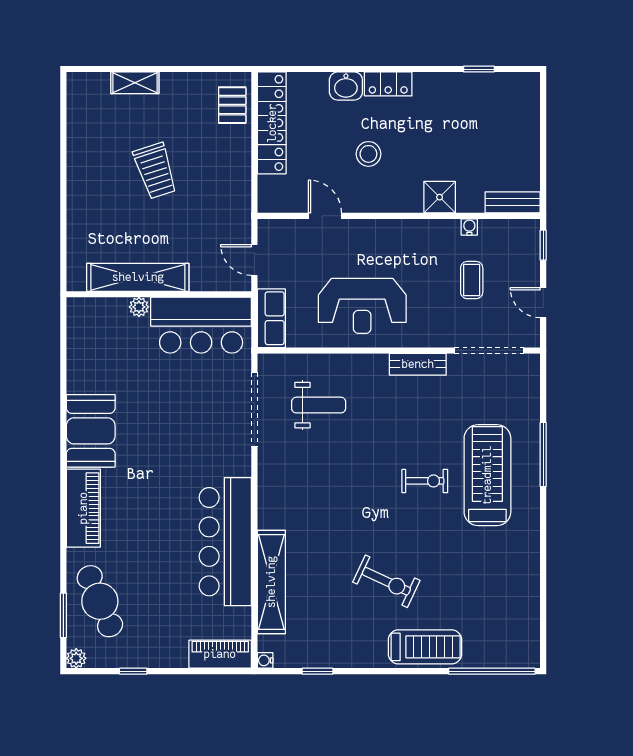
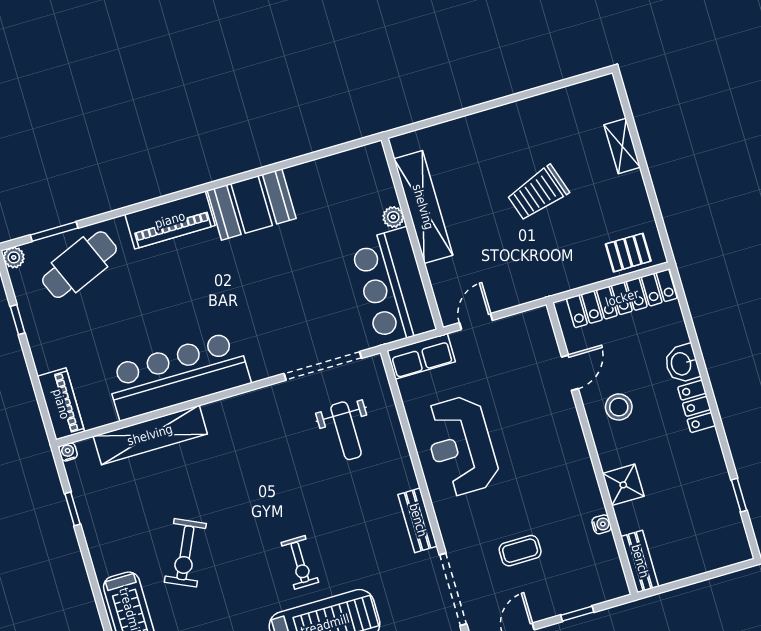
shower: (440, 197) -> (623, 485), moved
bench: (513, 202) -> (640, 561), moved
door: (325, 216) -> (570, 373), moved
wall: (399, 216) -> (592, 449), moved
water cooler: (469, 227) -> (602, 524), moved

